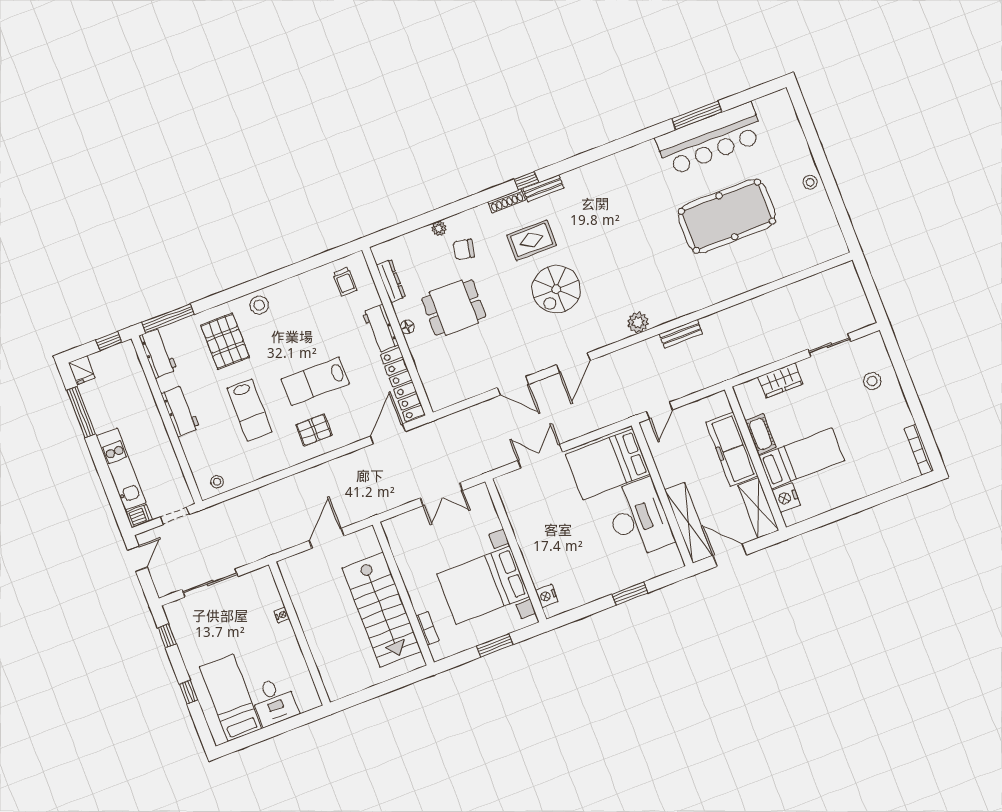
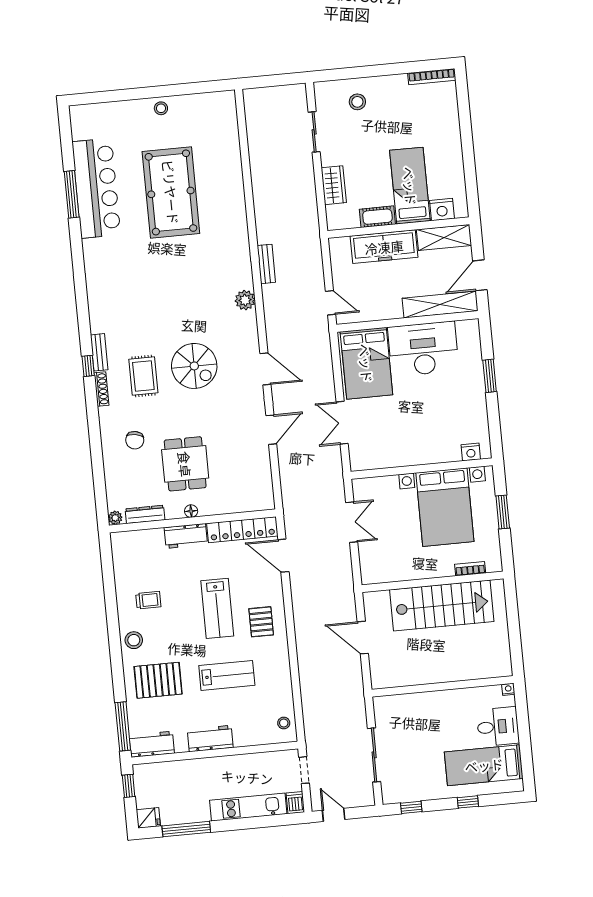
plant: (439, 228) -> (115, 518), moved
trolley: (345, 282) -> (148, 600), moved
nightstand: (282, 615) -> (508, 689), moved

